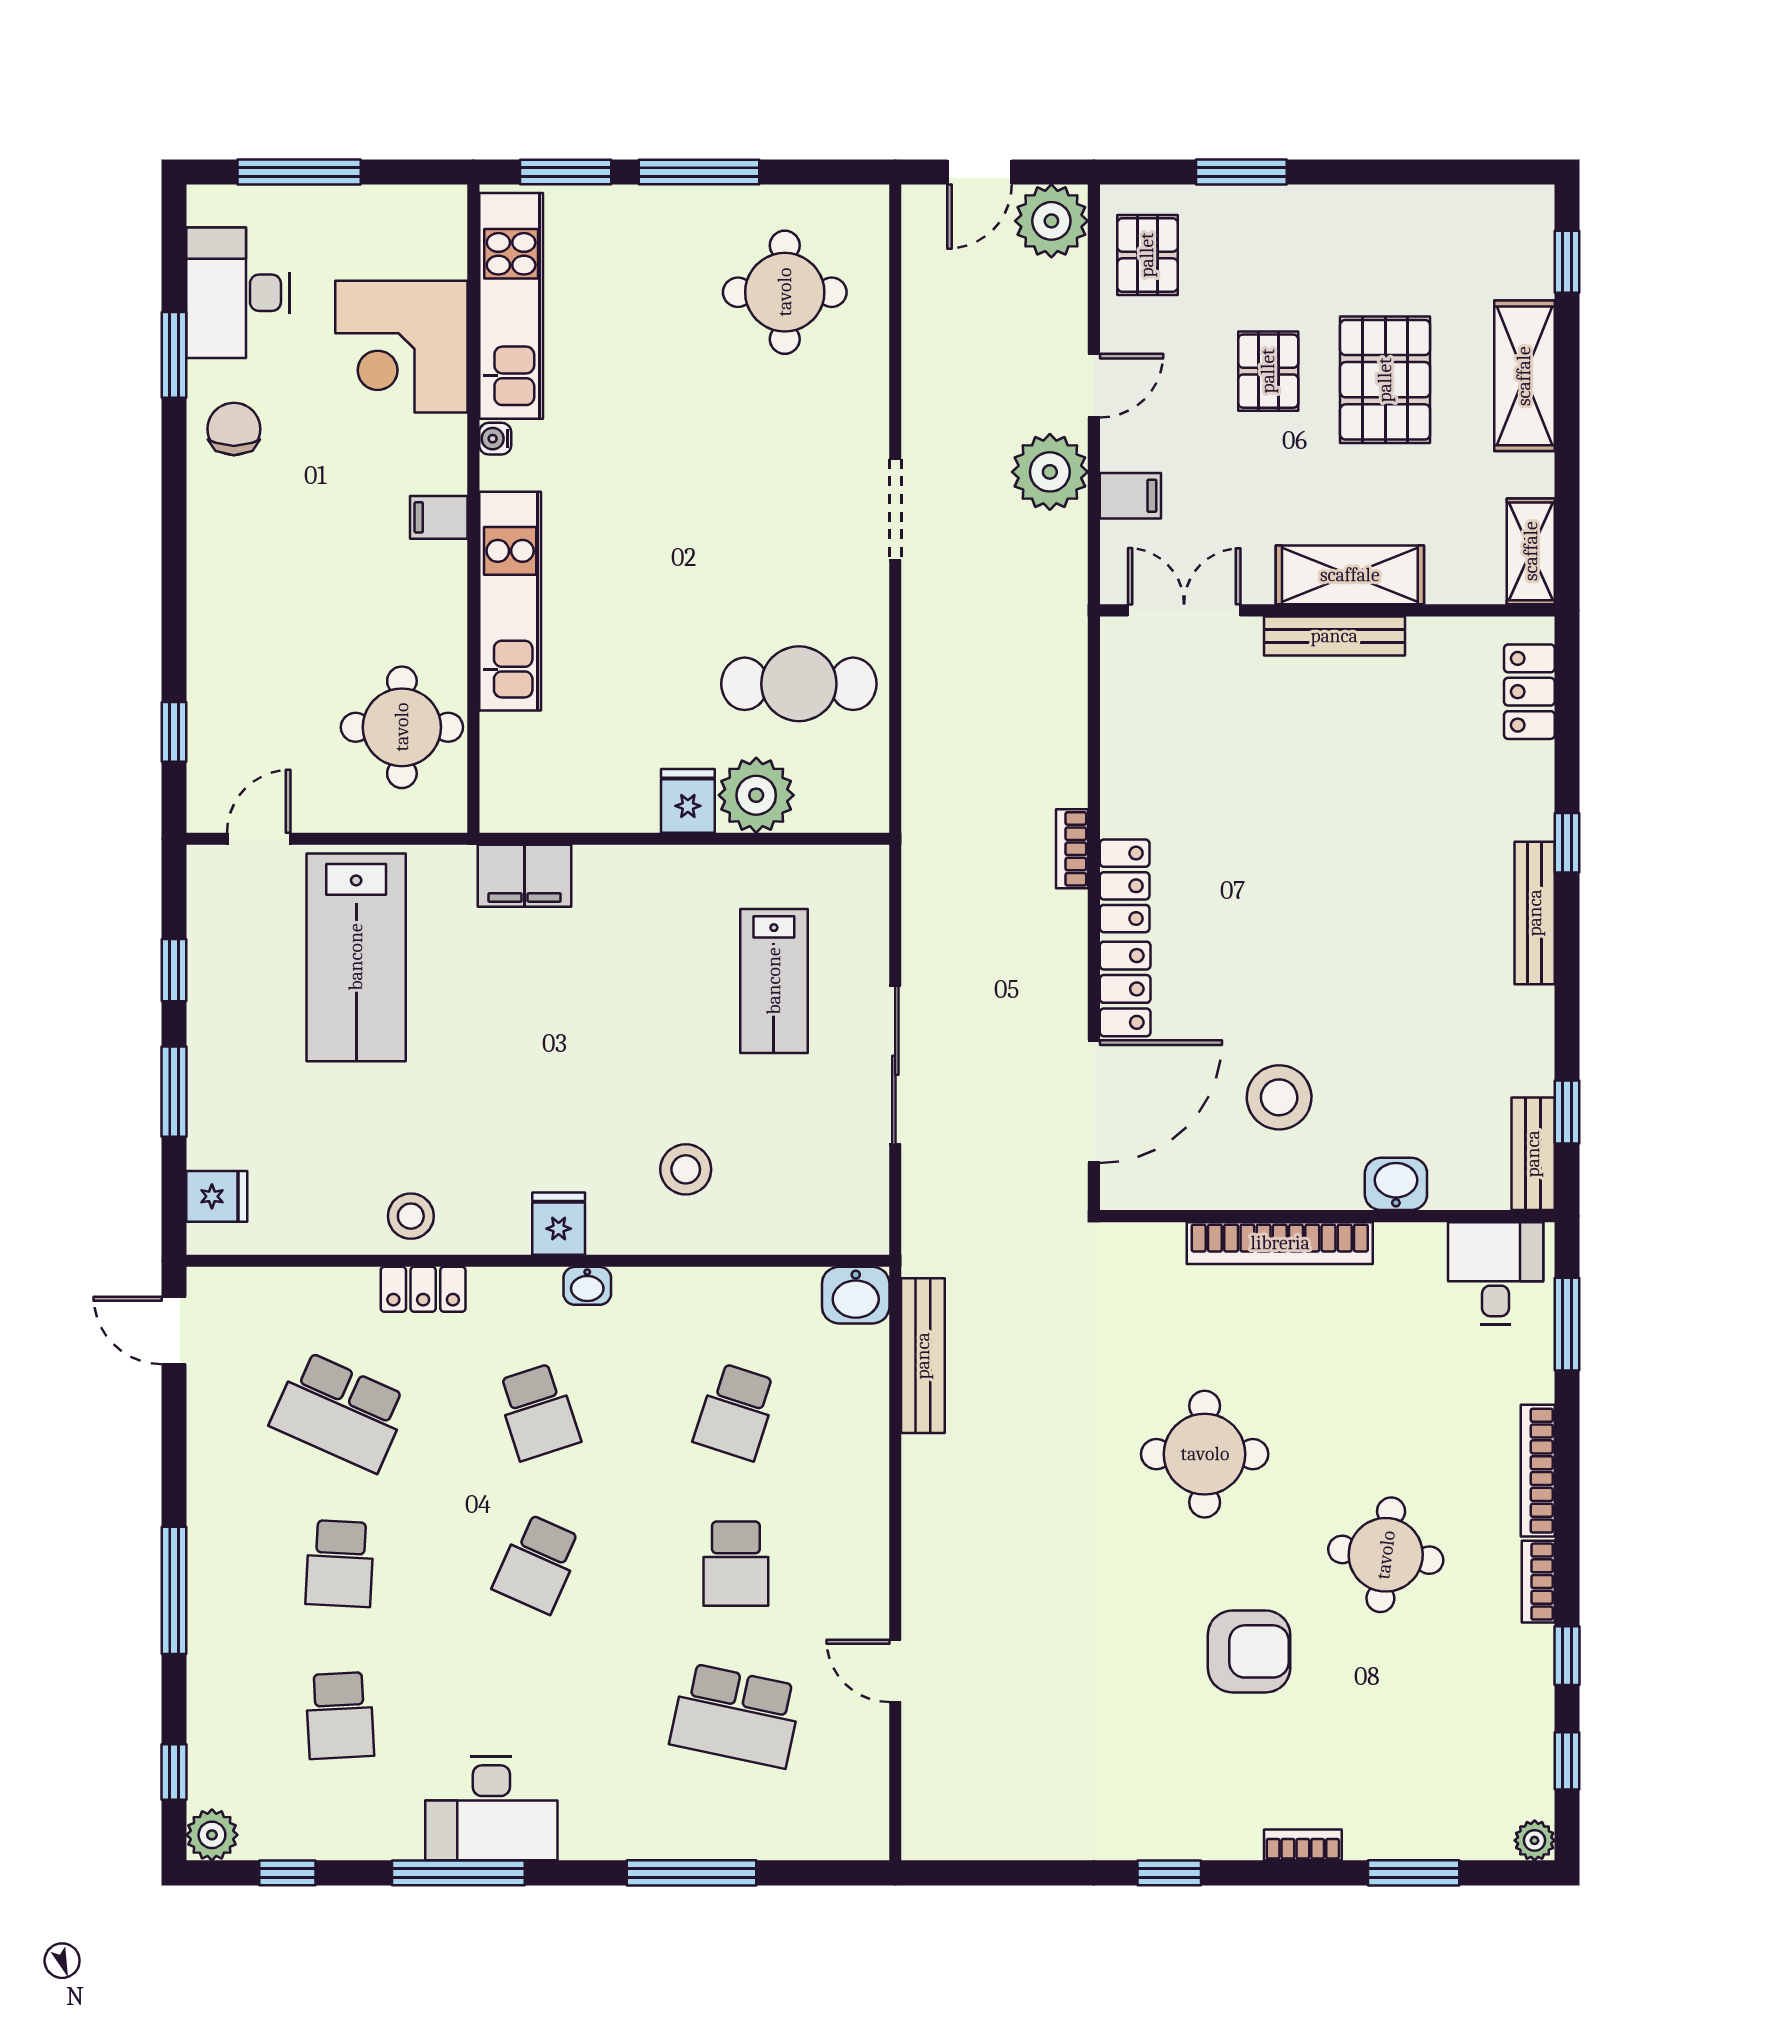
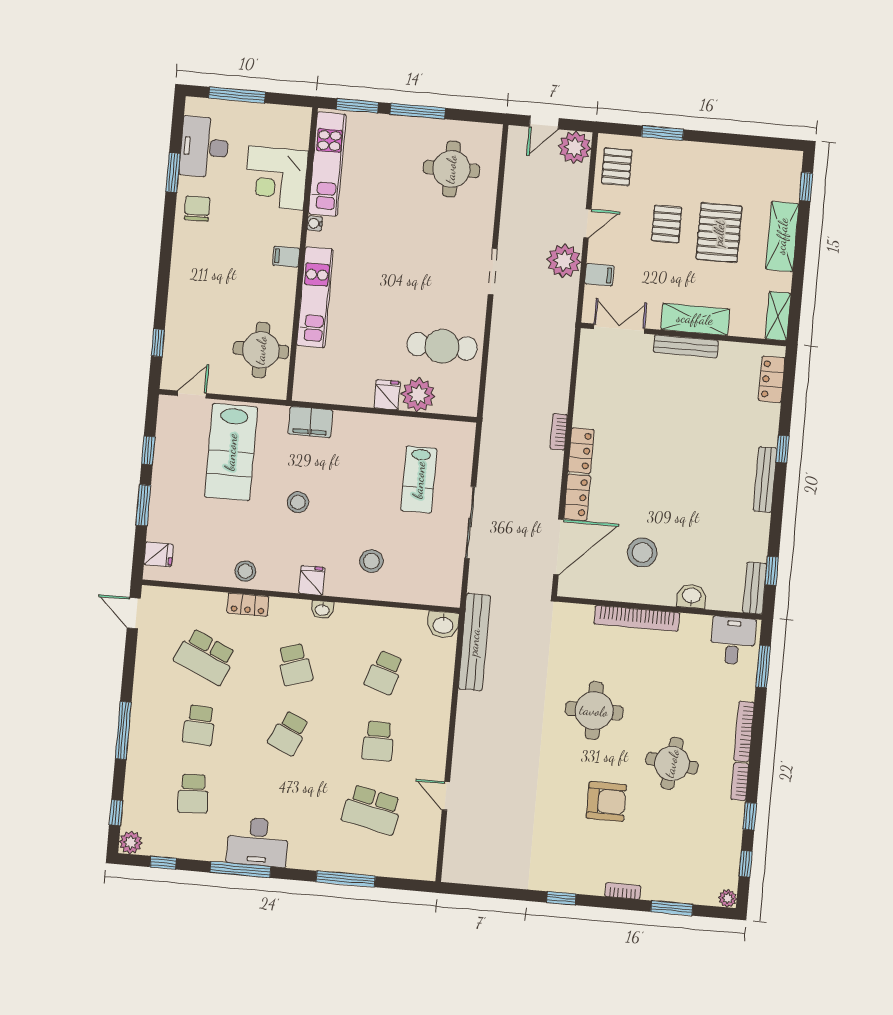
stool: (513, 1055) -> (298, 502), added
bench: (923, 1356) -> (474, 642), width x1.37, depth x1.21

